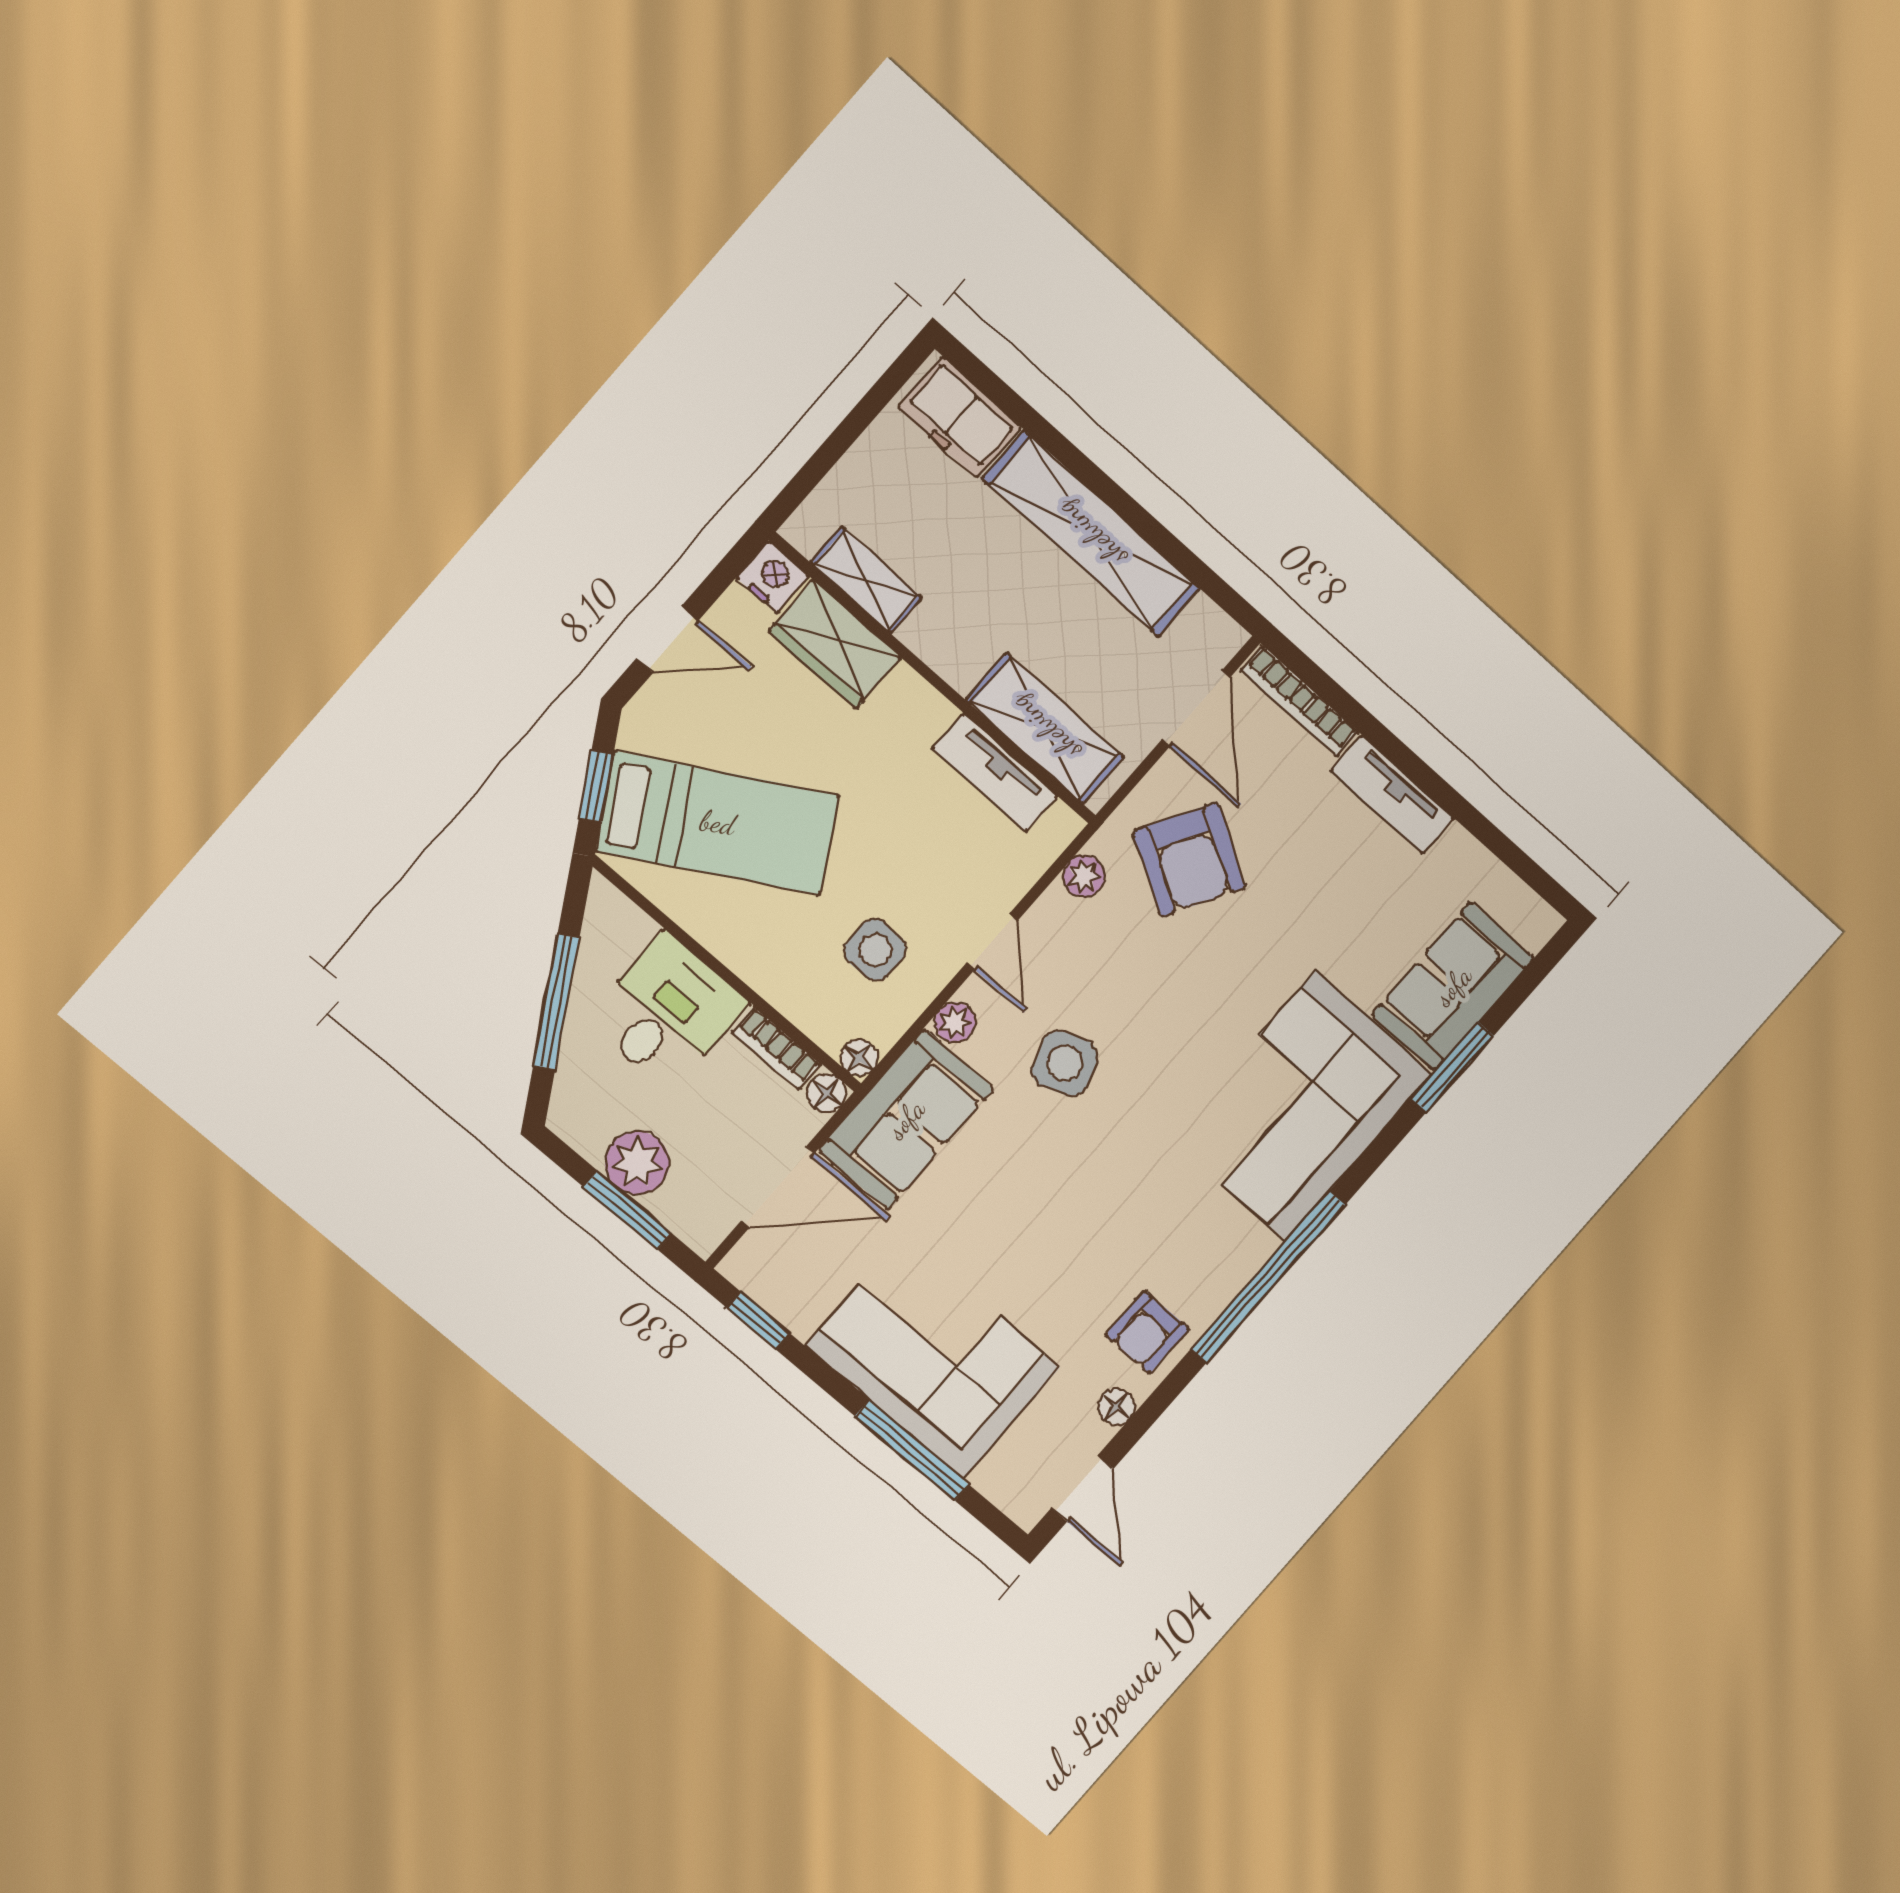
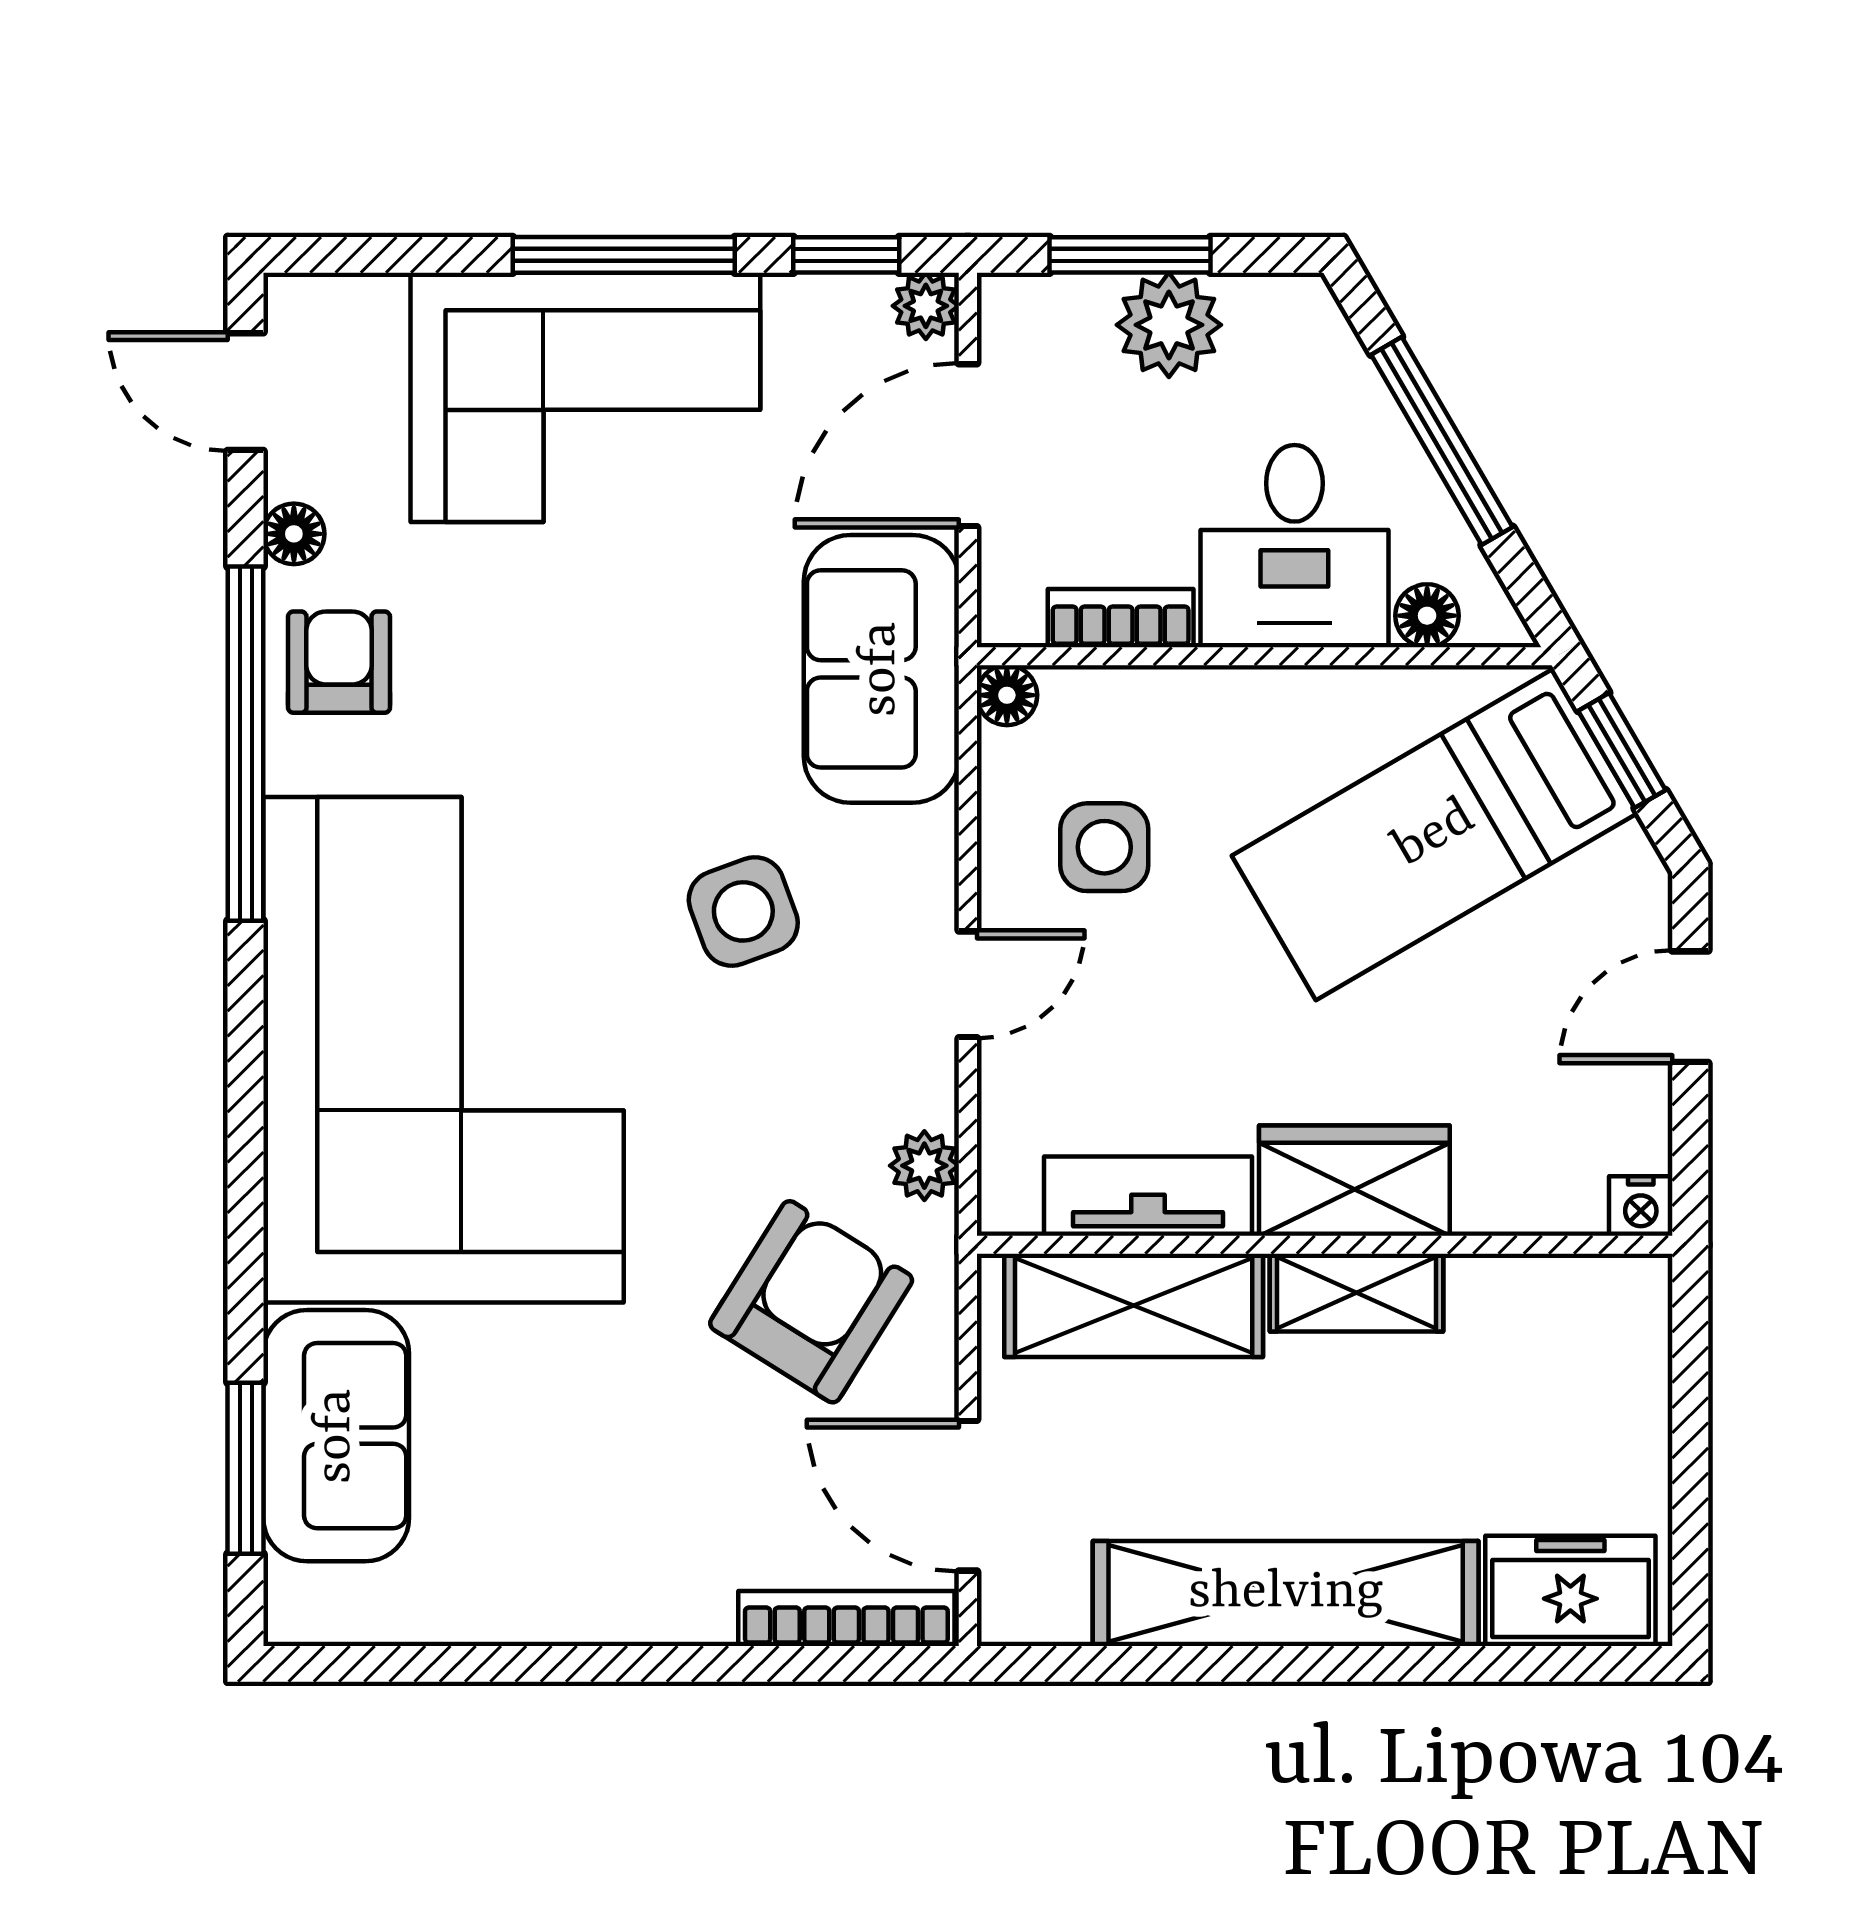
nightstand: (773, 577) -> (1641, 1206), width x0.72, depth x0.74
shelving: (866, 580) -> (1357, 1293), moved
wardrobe: (835, 644) -> (1354, 1181), moved
tv unit: (1392, 795) -> (627, 1606), removed
armchair: (1189, 859) -> (811, 1302), turned 92
door: (992, 942) -> (968, 984), swing flipped
plant: (955, 1023) -> (926, 306), moved
window: (1452, 1067) -> (246, 1468), moved
floor lamp: (827, 1093) -> (1427, 616), moved
corner sofa: (1301, 1106) -> (443, 1050), width x1.36, depth x1.36
window: (1268, 1277) -> (246, 744), moved
window: (912, 1450) -> (624, 255), moved

